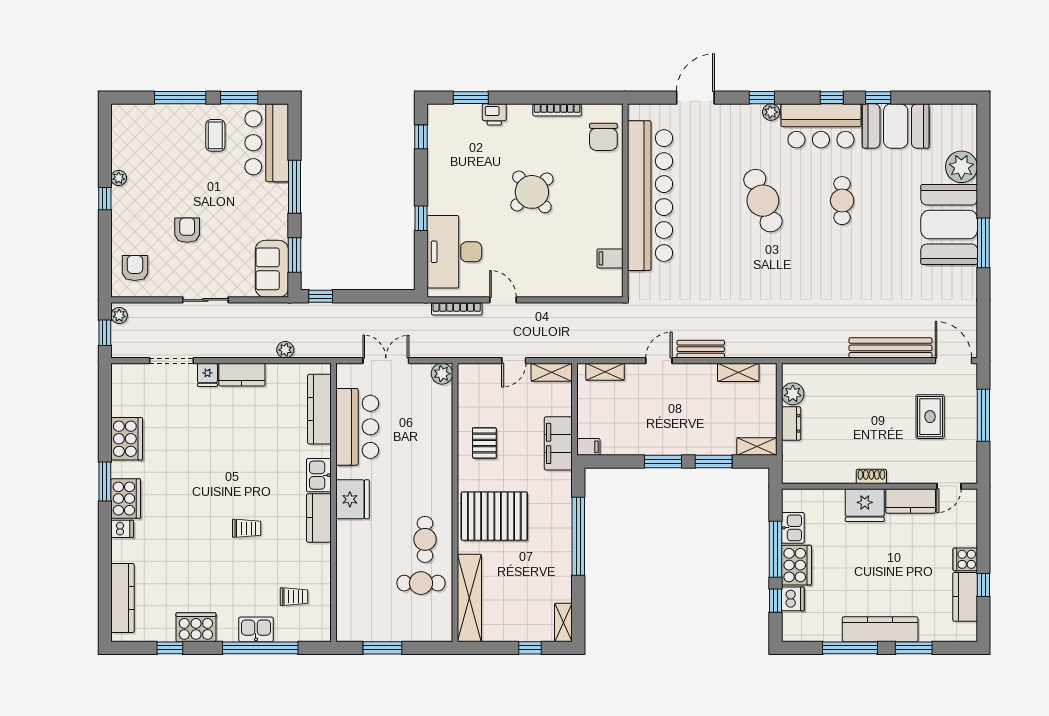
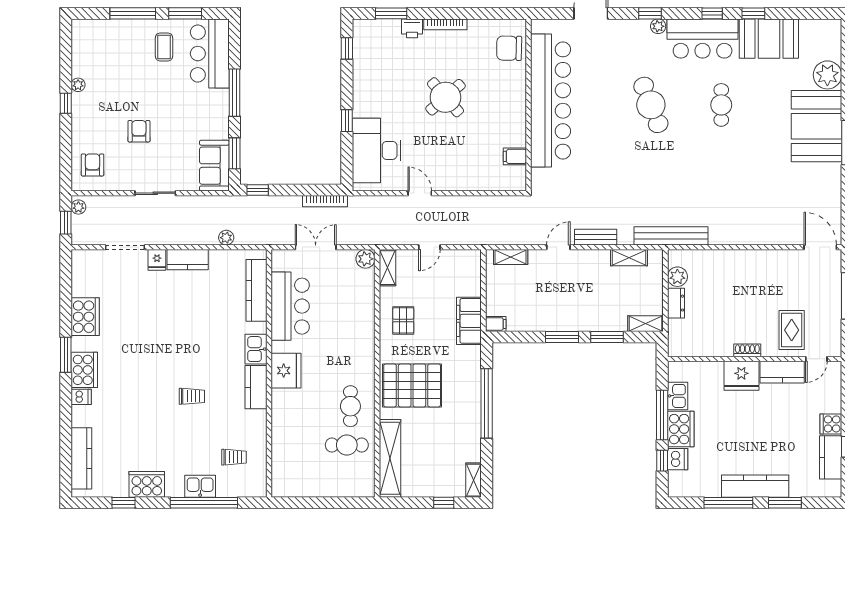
bookcase: (557, 110) -> (445, 24), moved
chair: (603, 137) -> (509, 48), turned 91
bookcase: (457, 309) -> (325, 201), moved
bench: (890, 348) -> (671, 236), moved
shelving: (552, 372) -> (387, 268), moved, turned 90
rug: (930, 417) -> (792, 330), moved
window: (382, 648) -> (313, 503), removed

